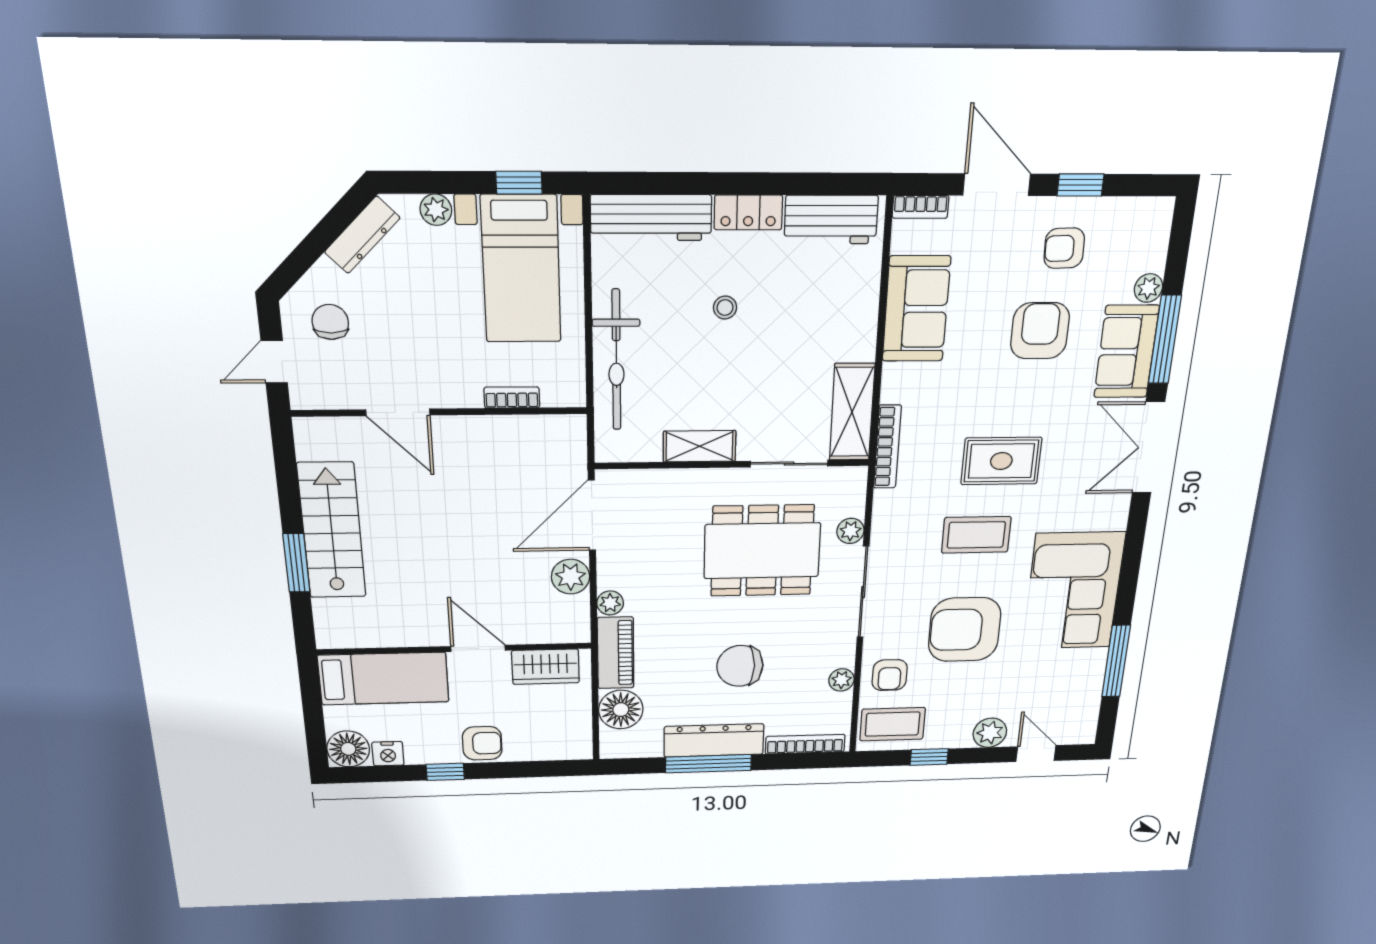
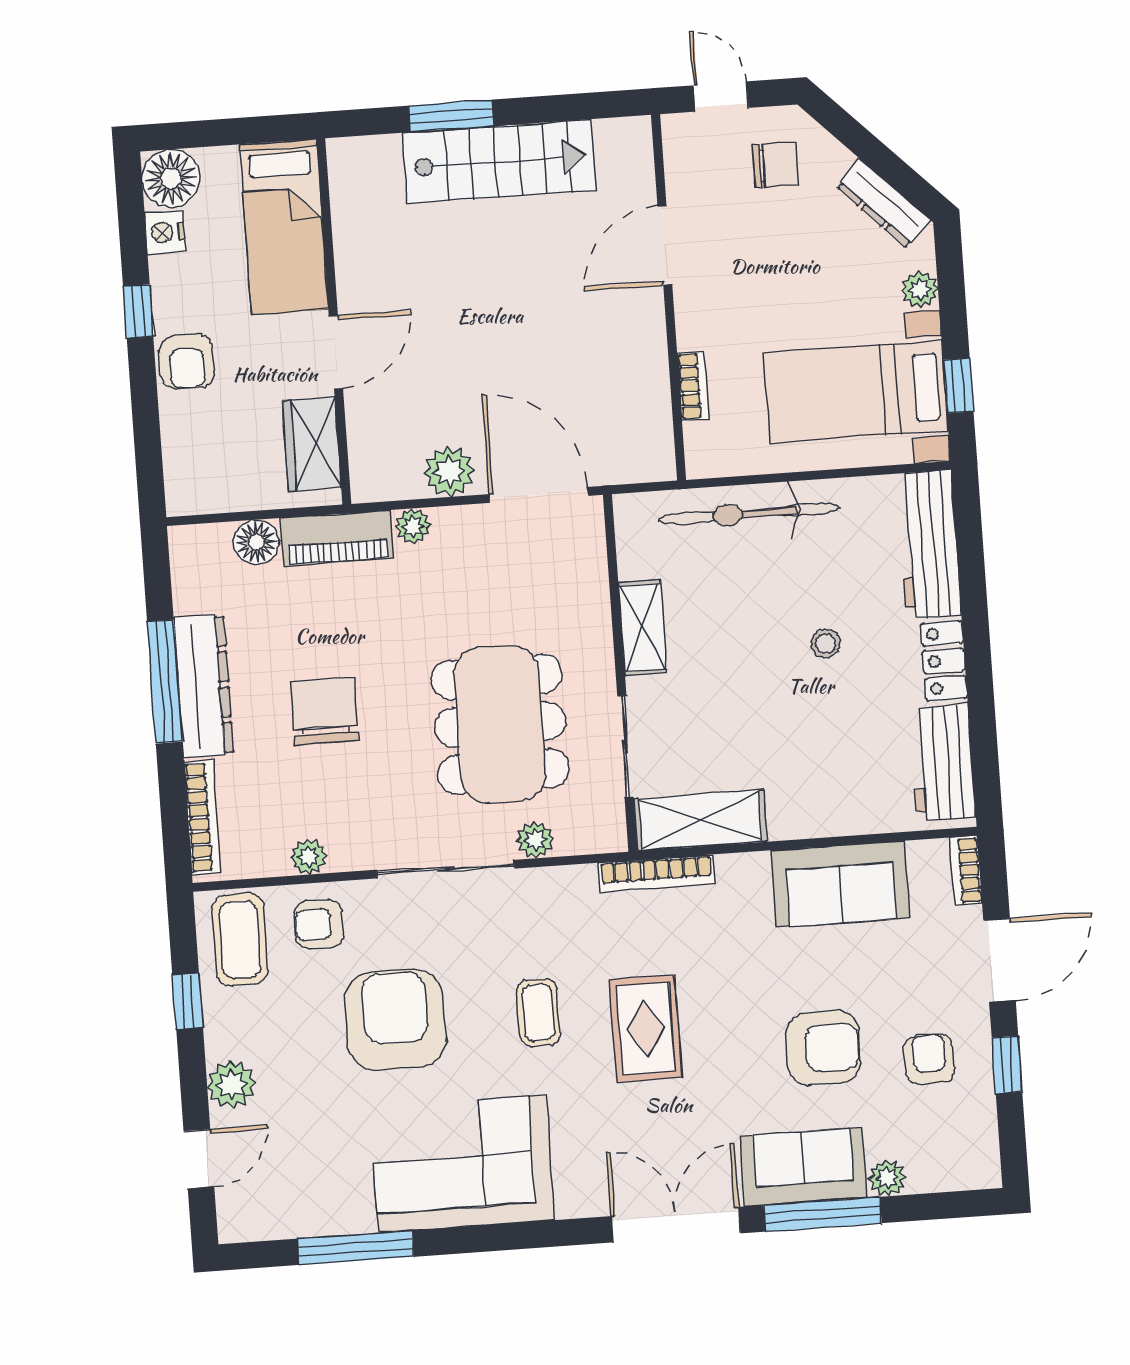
coffee table: (976, 535) -> (538, 1012), width x0.73, depth x0.77
floor lamp: (621, 710) -> (256, 542), width x0.73, depth x0.73

